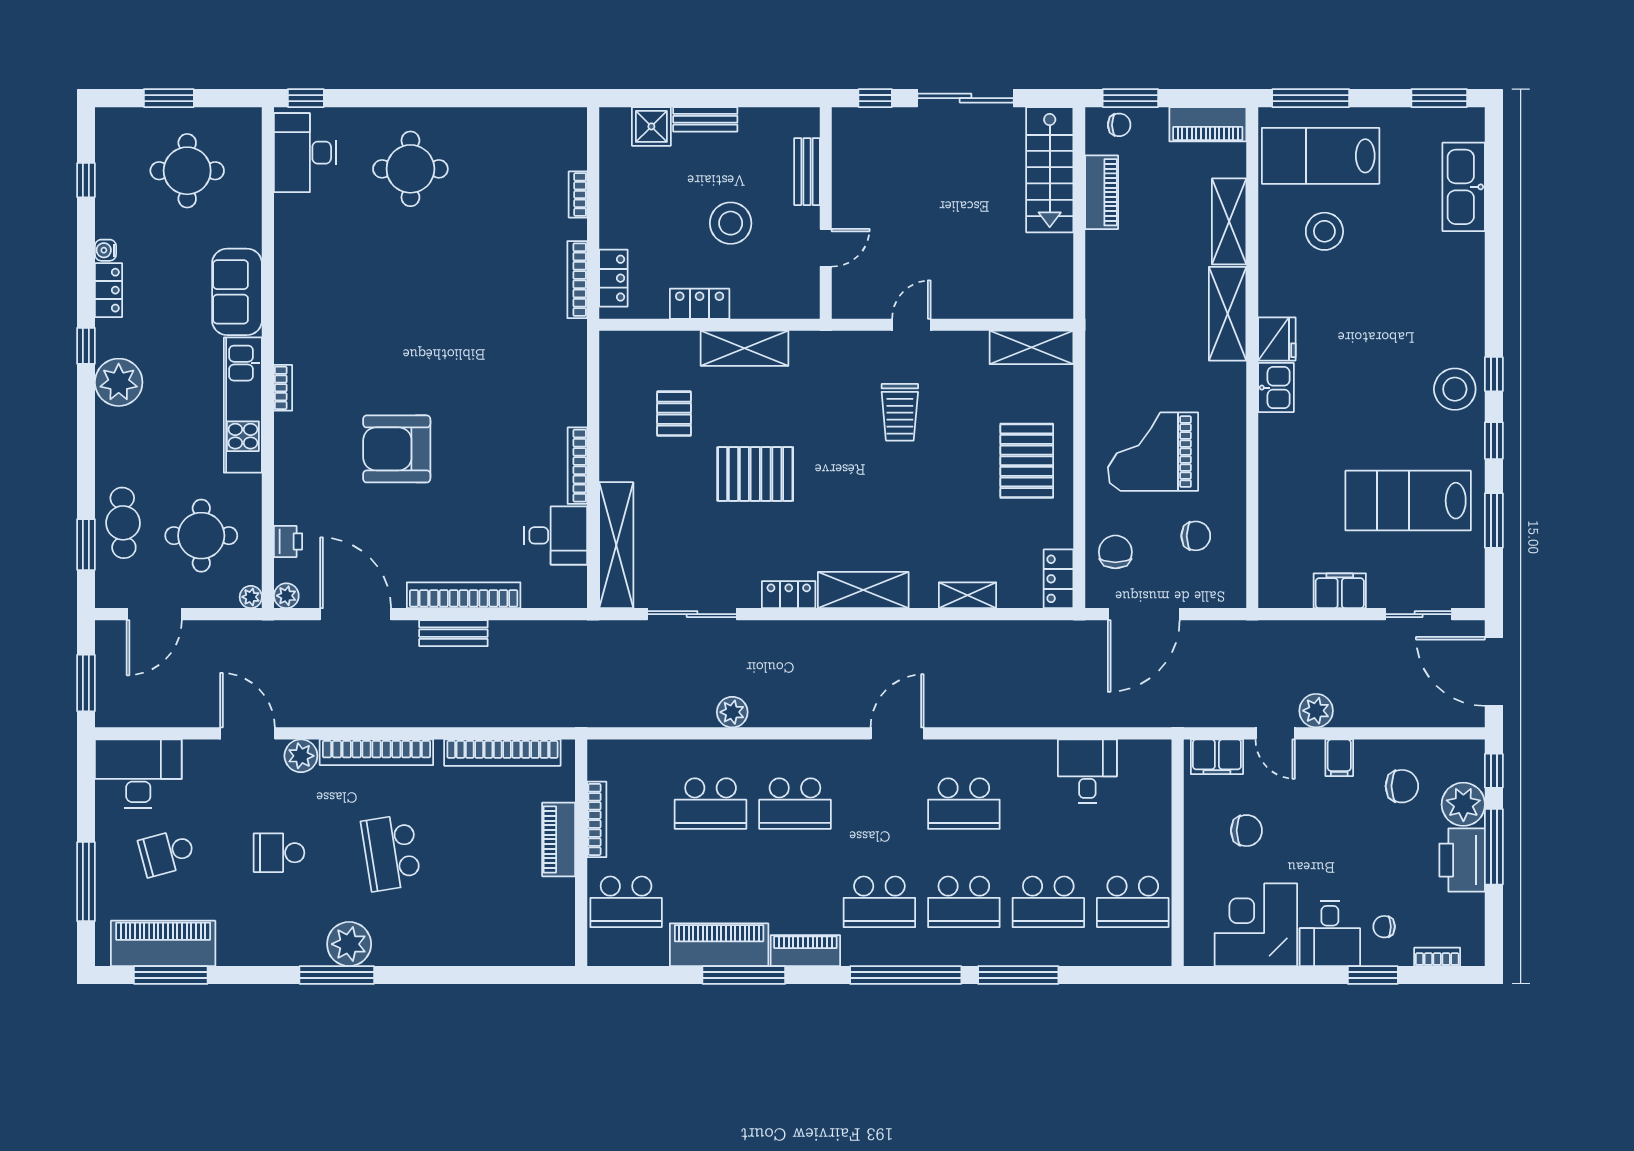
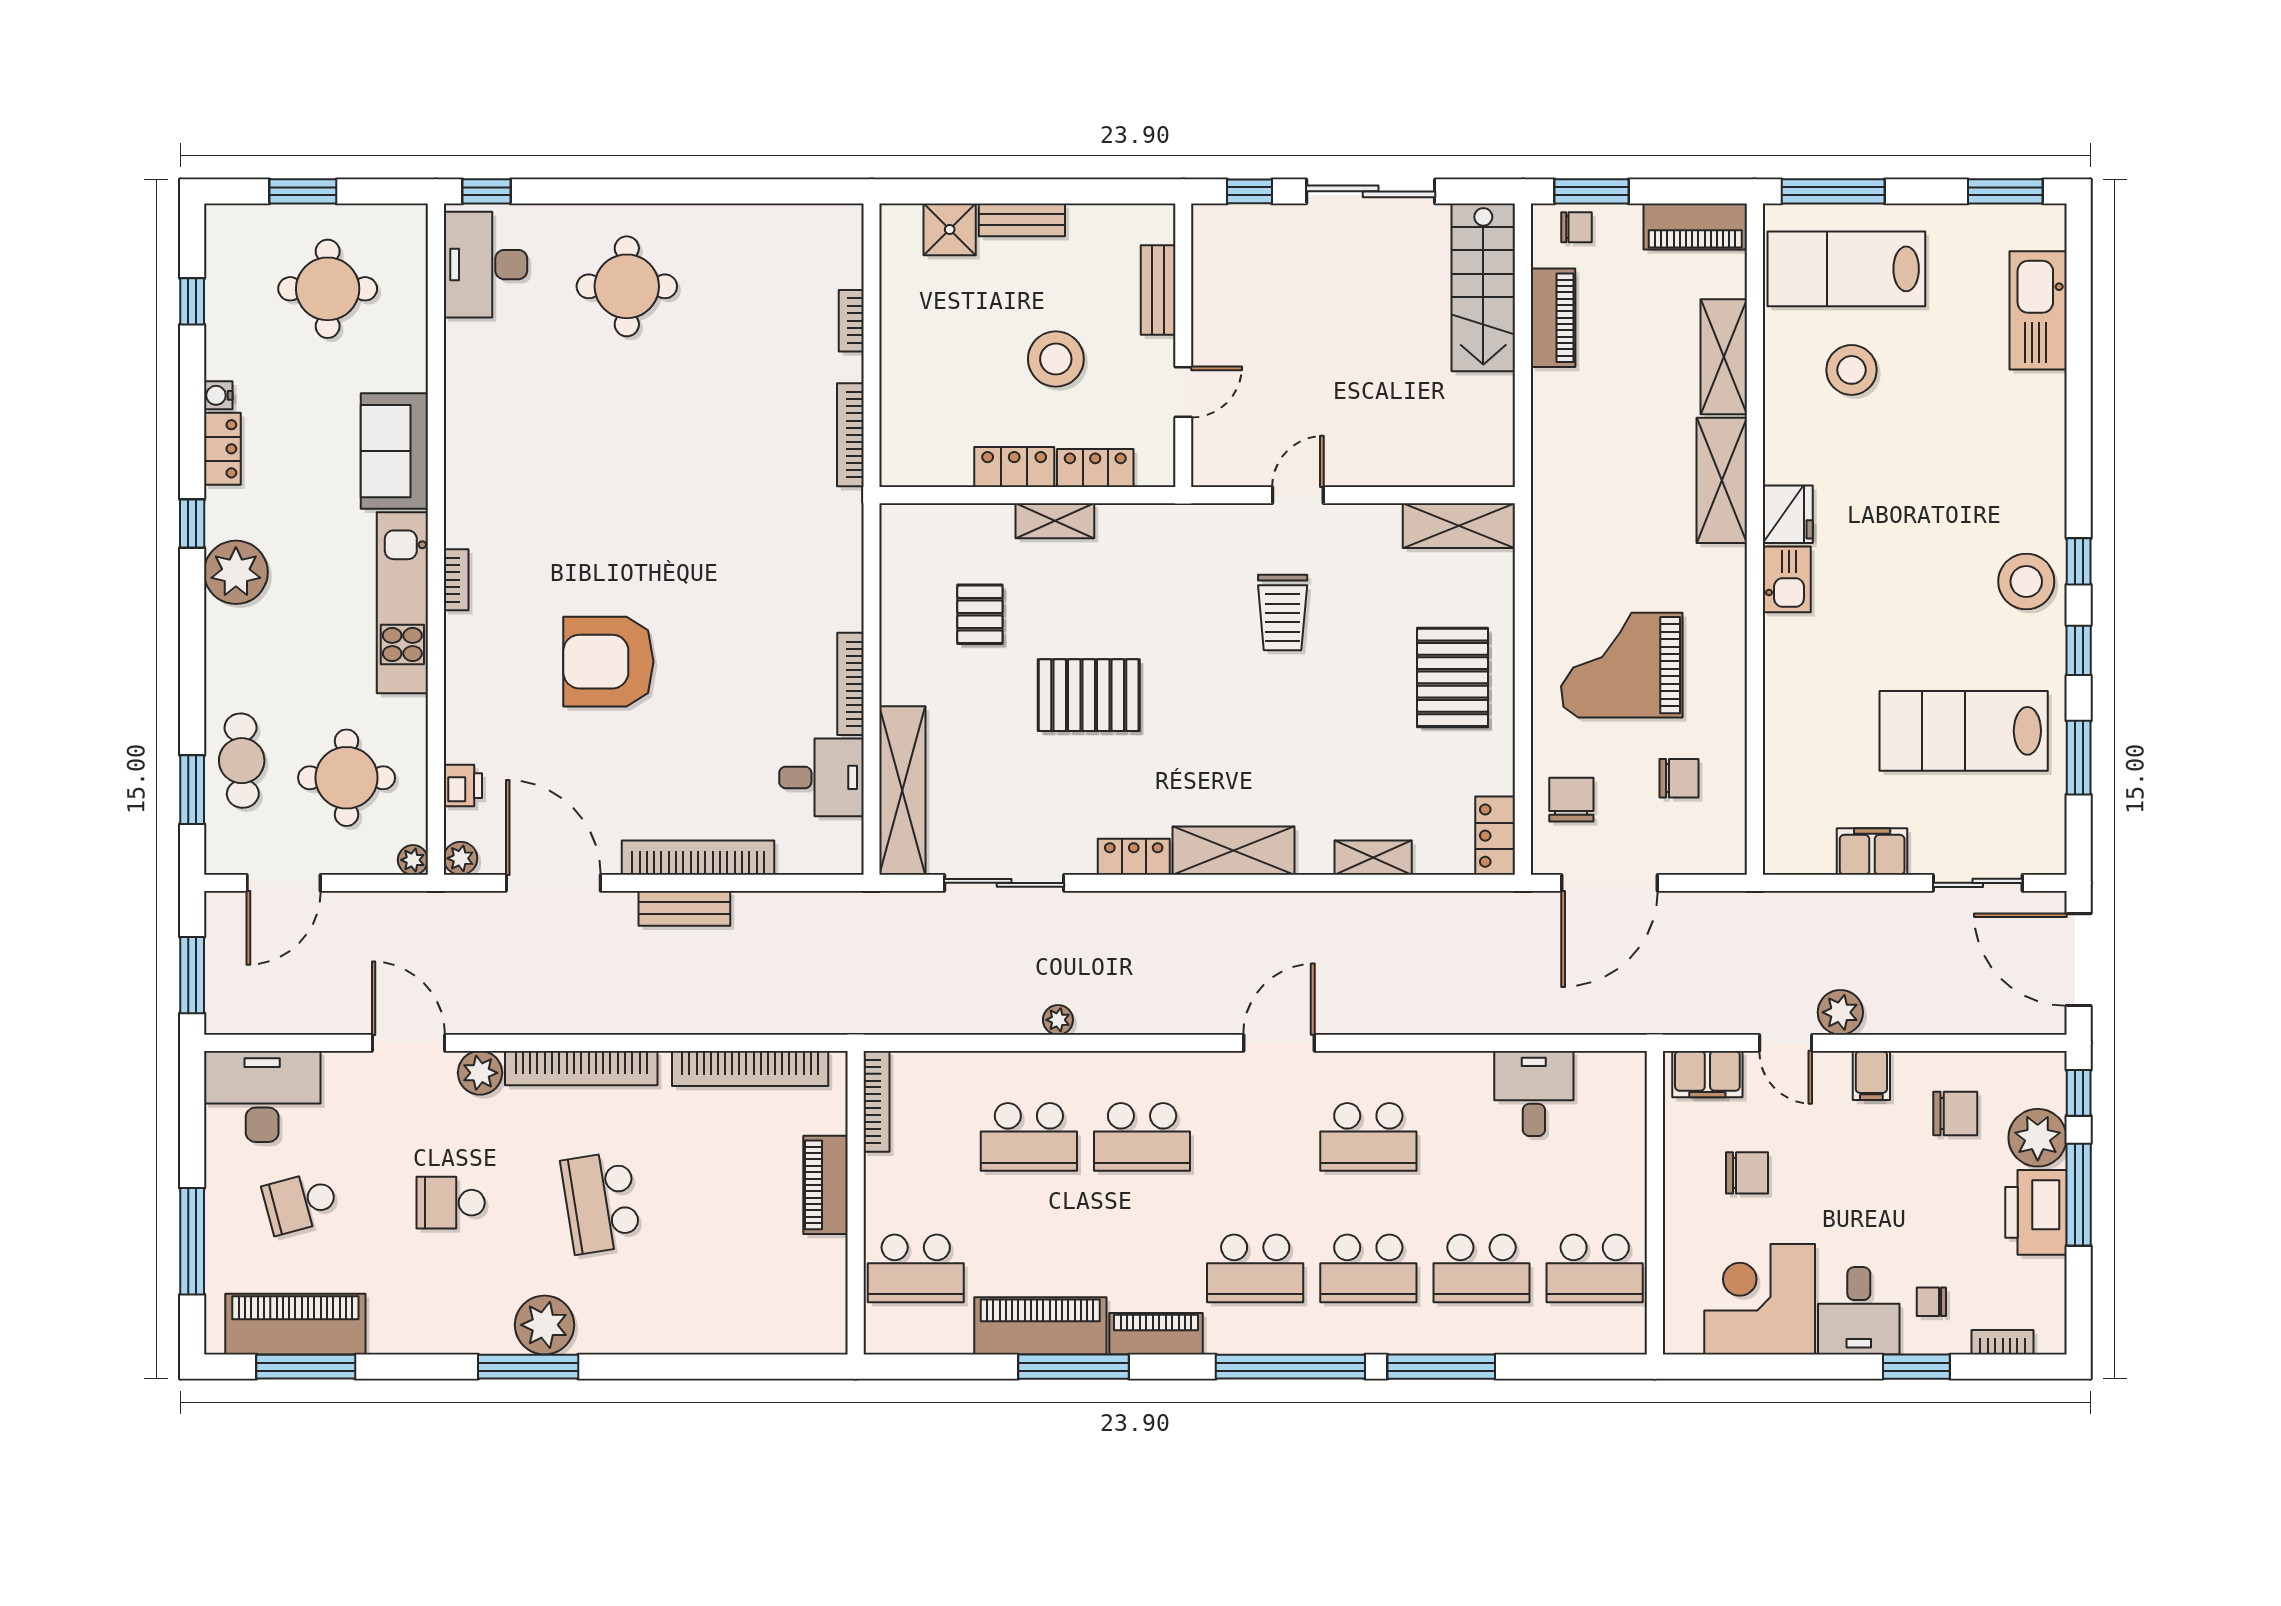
locker: (613, 278) -> (1095, 468), moved, turned -90
shelving: (745, 348) -> (1055, 521), width x0.67, depth x0.75
plant: (732, 712) -> (1058, 1020), width x0.73, depth x0.73
bookcase: (597, 819) -> (876, 1101), moved

